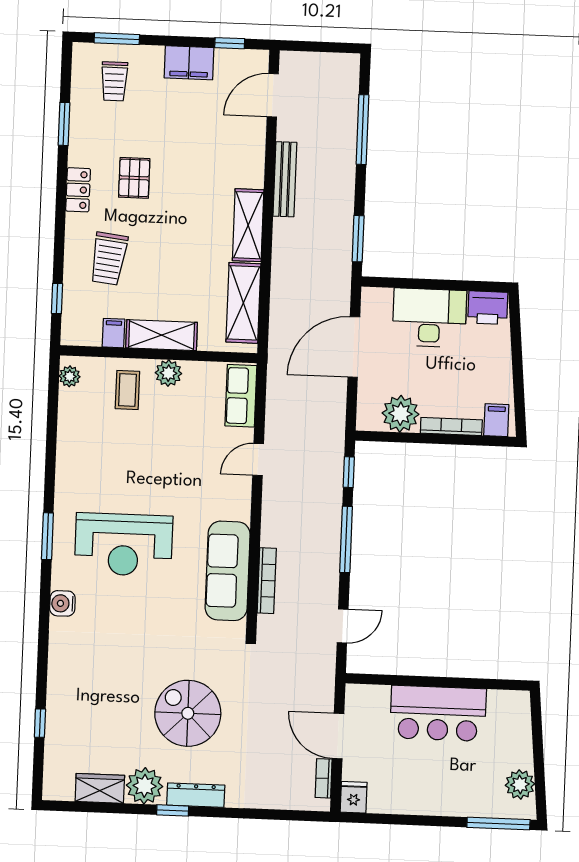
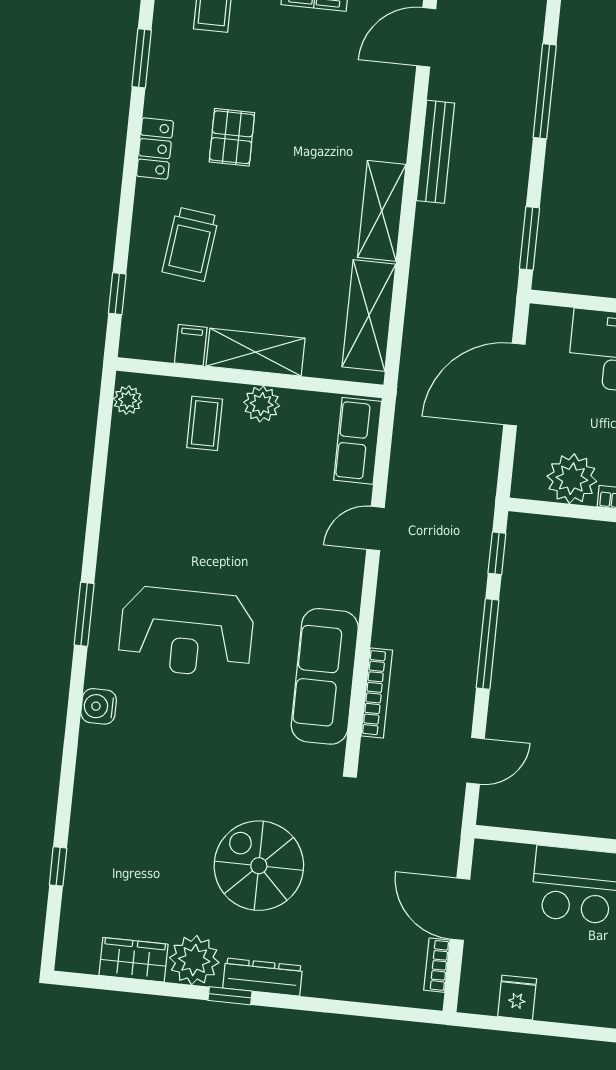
fridge: (354, 797) -> (517, 998), moved

